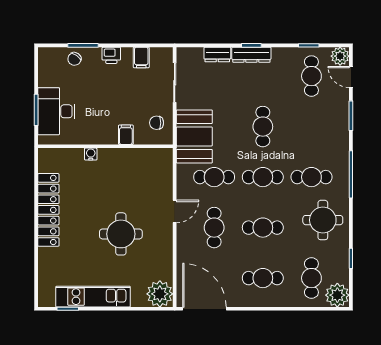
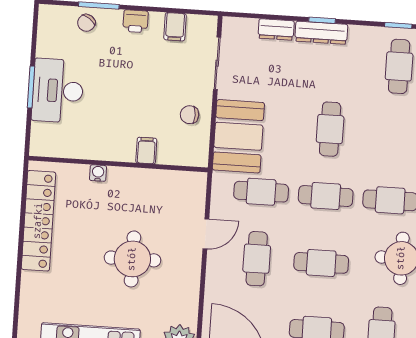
filing cabinet: (126, 135) -> (146, 151), moved
wall: (105, 146) -> (118, 164), moved
water cooler: (91, 154) -> (98, 173), moved

